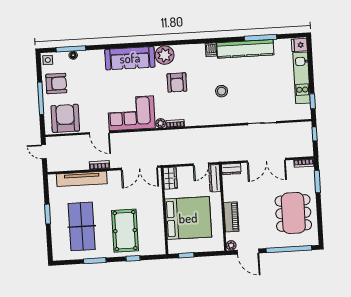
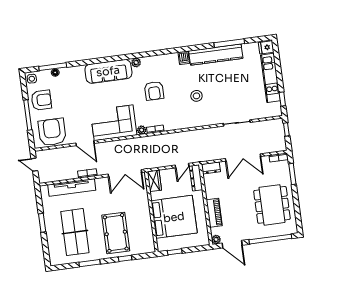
plant: (165, 55) -> (136, 63), width x0.53, depth x0.53

